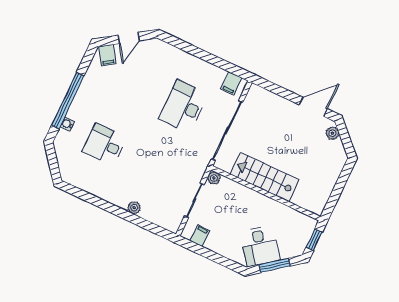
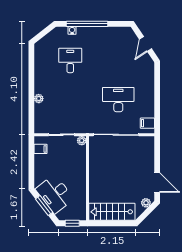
door: (129, 38) -> (146, 44), hinge flipped
filing cabinet: (107, 55) -> (128, 35), removed
stairs: (264, 177) -> (112, 212), moved, turned -90
desk: (260, 246) -> (55, 194), width x1.37

